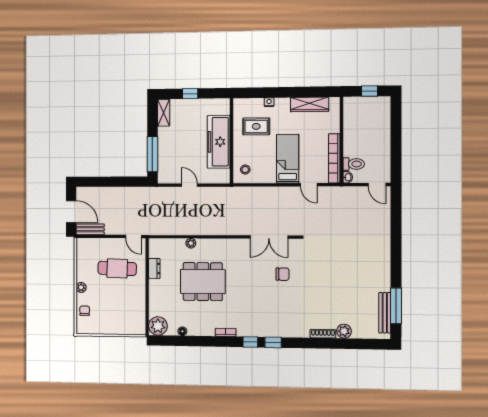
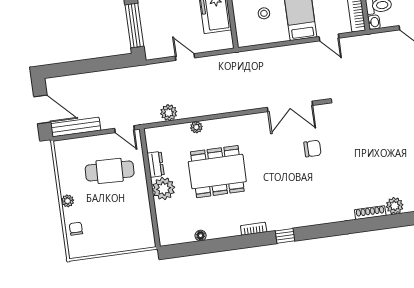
stool: (245, 170) -> (264, 13), moved
plant: (170, 228) -> (169, 113), added
bench: (90, 229) -> (76, 127), width x1.36
plant: (158, 326) -> (164, 189), moved
window: (273, 342) -> (312, 232), removed

